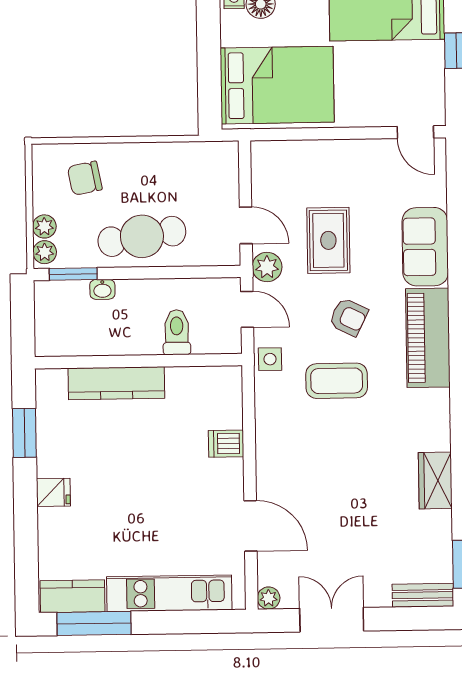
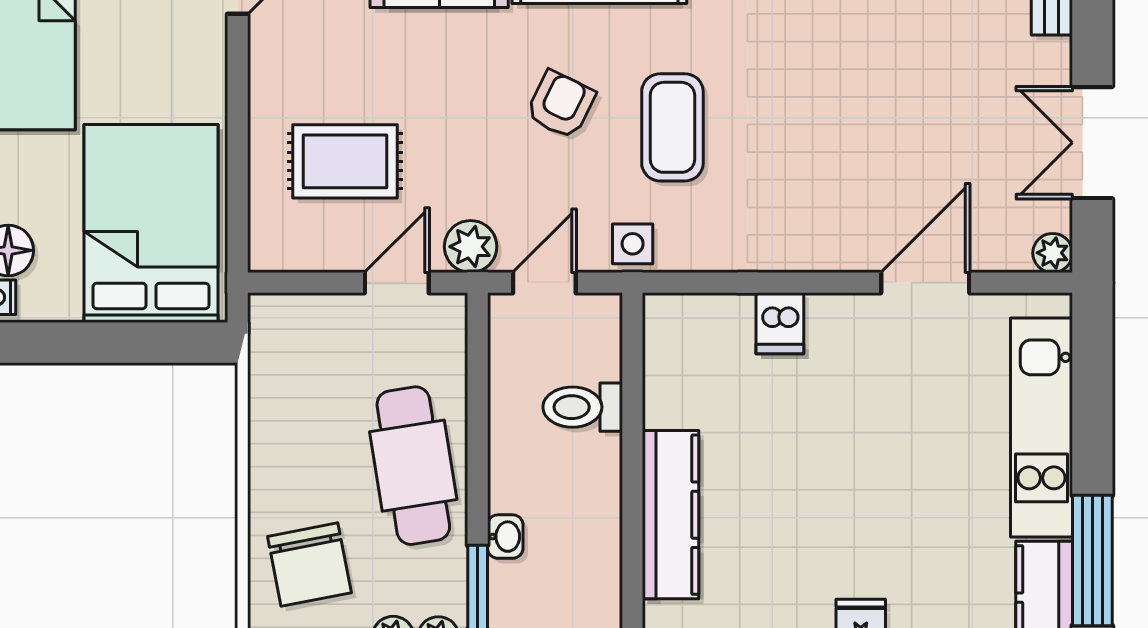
chair: (85, 178) -> (309, 565), width x1.37, depth x1.37
rug: (328, 240) -> (345, 161), moved

